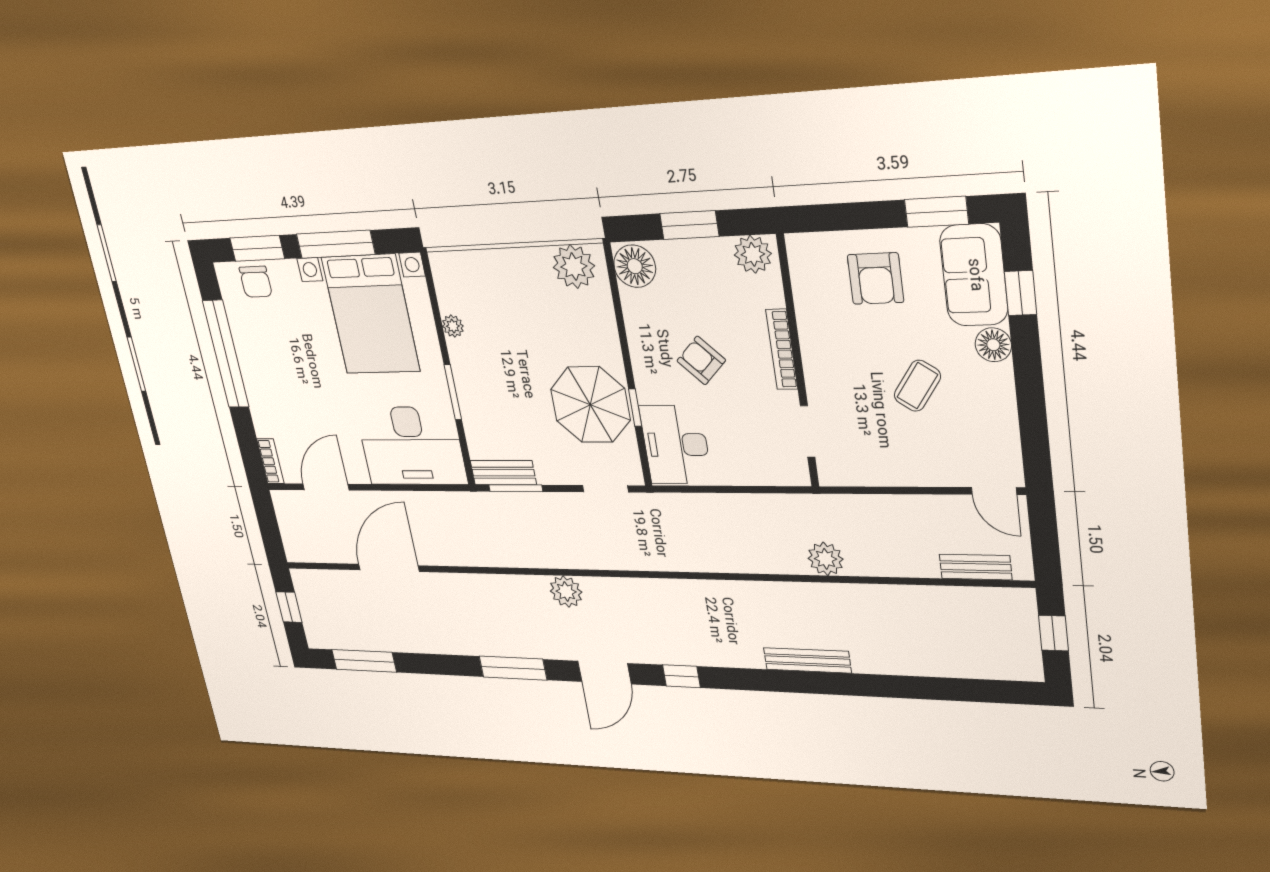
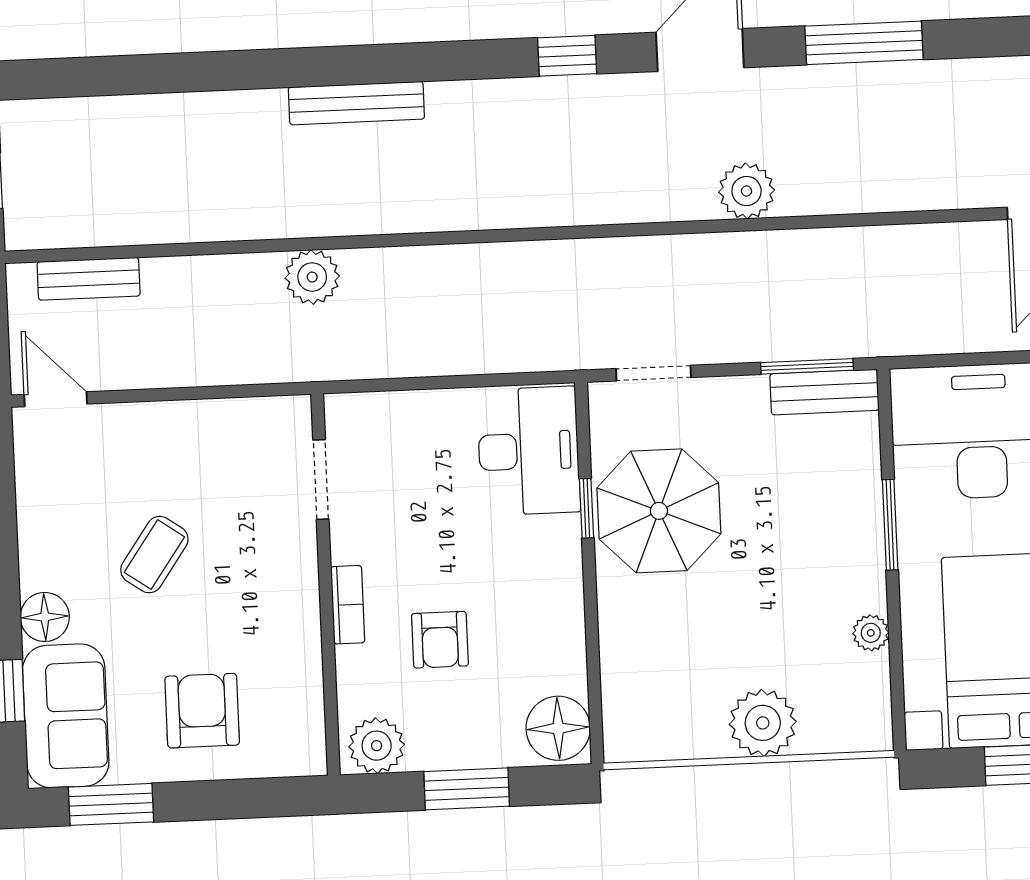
plant: (574, 267) -> (763, 723), moved
bookcase: (782, 349) -> (348, 605), width x0.64
armchair: (701, 360) -> (440, 640), moved, turned 45

